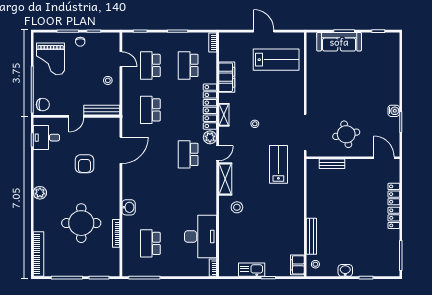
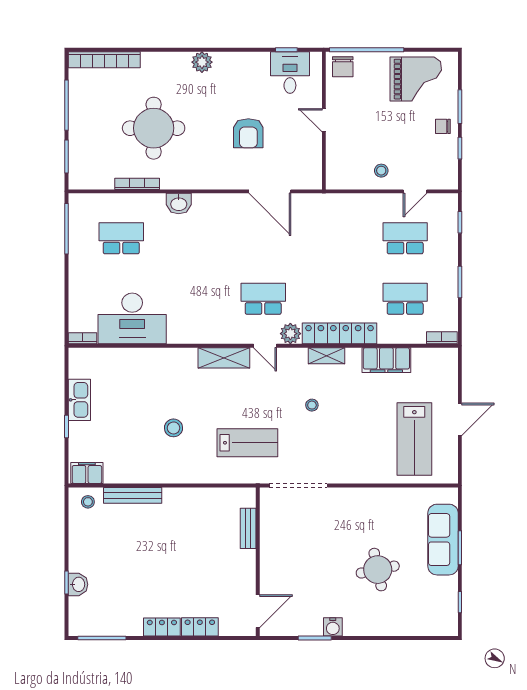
grand piano: (51, 59) -> (416, 79), turned 180
bench: (102, 110) -> (334, 161), removed
school desk: (150, 110) -> (334, 238), removed
round table: (346, 134) -> (378, 570), moved
armchair: (84, 164) -> (248, 133), turned -90
stool: (237, 207) -> (173, 428), moved
washbasin: (345, 270) -> (78, 584), moved

